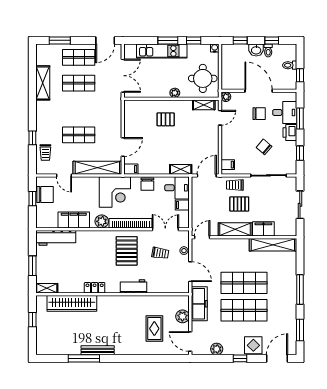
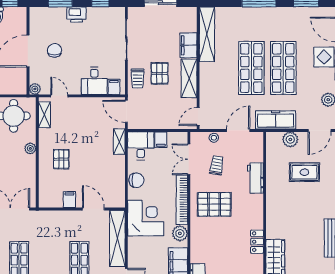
desk: (285, 112) -> (94, 81), moved, turned 180
chair: (264, 147) -> (93, 45), removed
filing cabinet: (131, 169) -> (69, 200), moved
door: (202, 237) -> (198, 117), hinge flipped
workbench: (134, 286) -> (255, 178), moved

